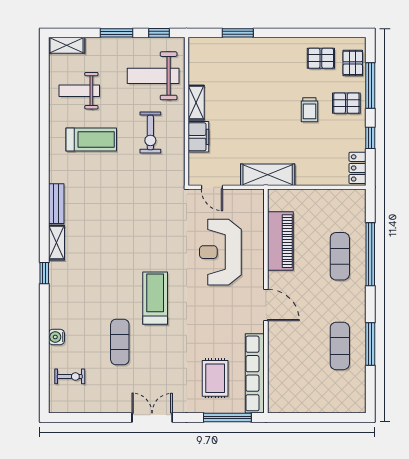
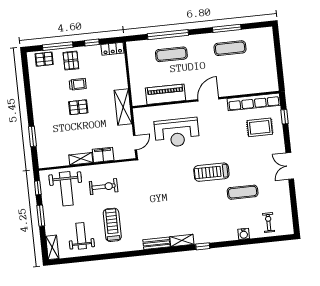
pallet: (321, 58) -> (78, 107), moved, turned 90
weight bench: (79, 91) -> (81, 236), turned 180
window: (227, 418) -> (285, 117), width x0.46

